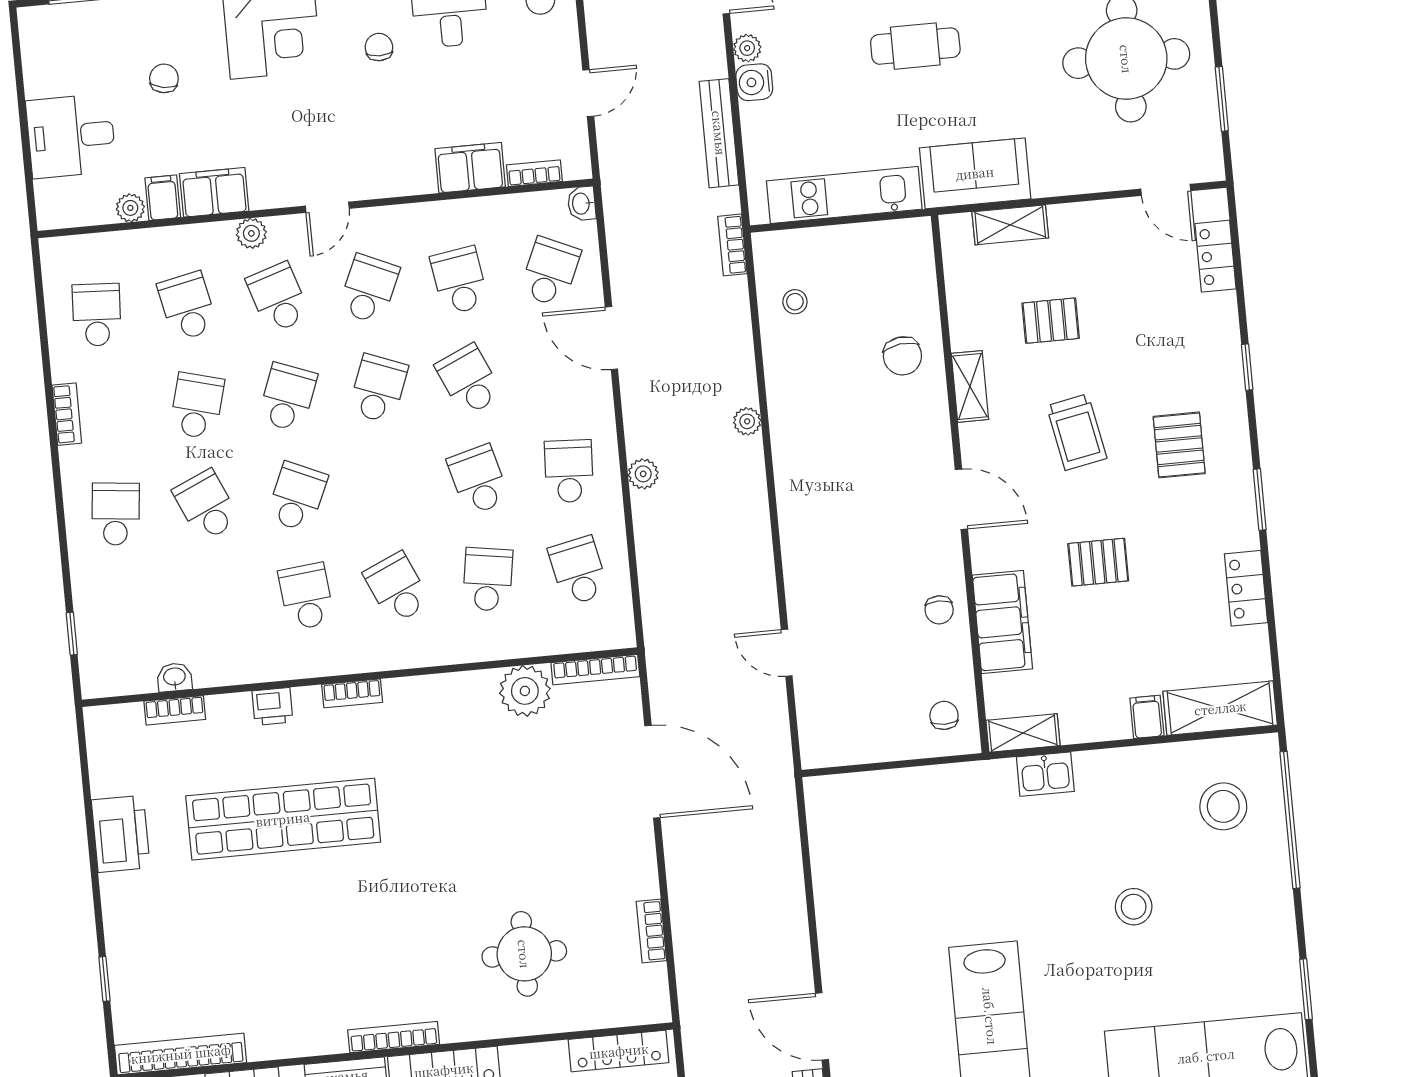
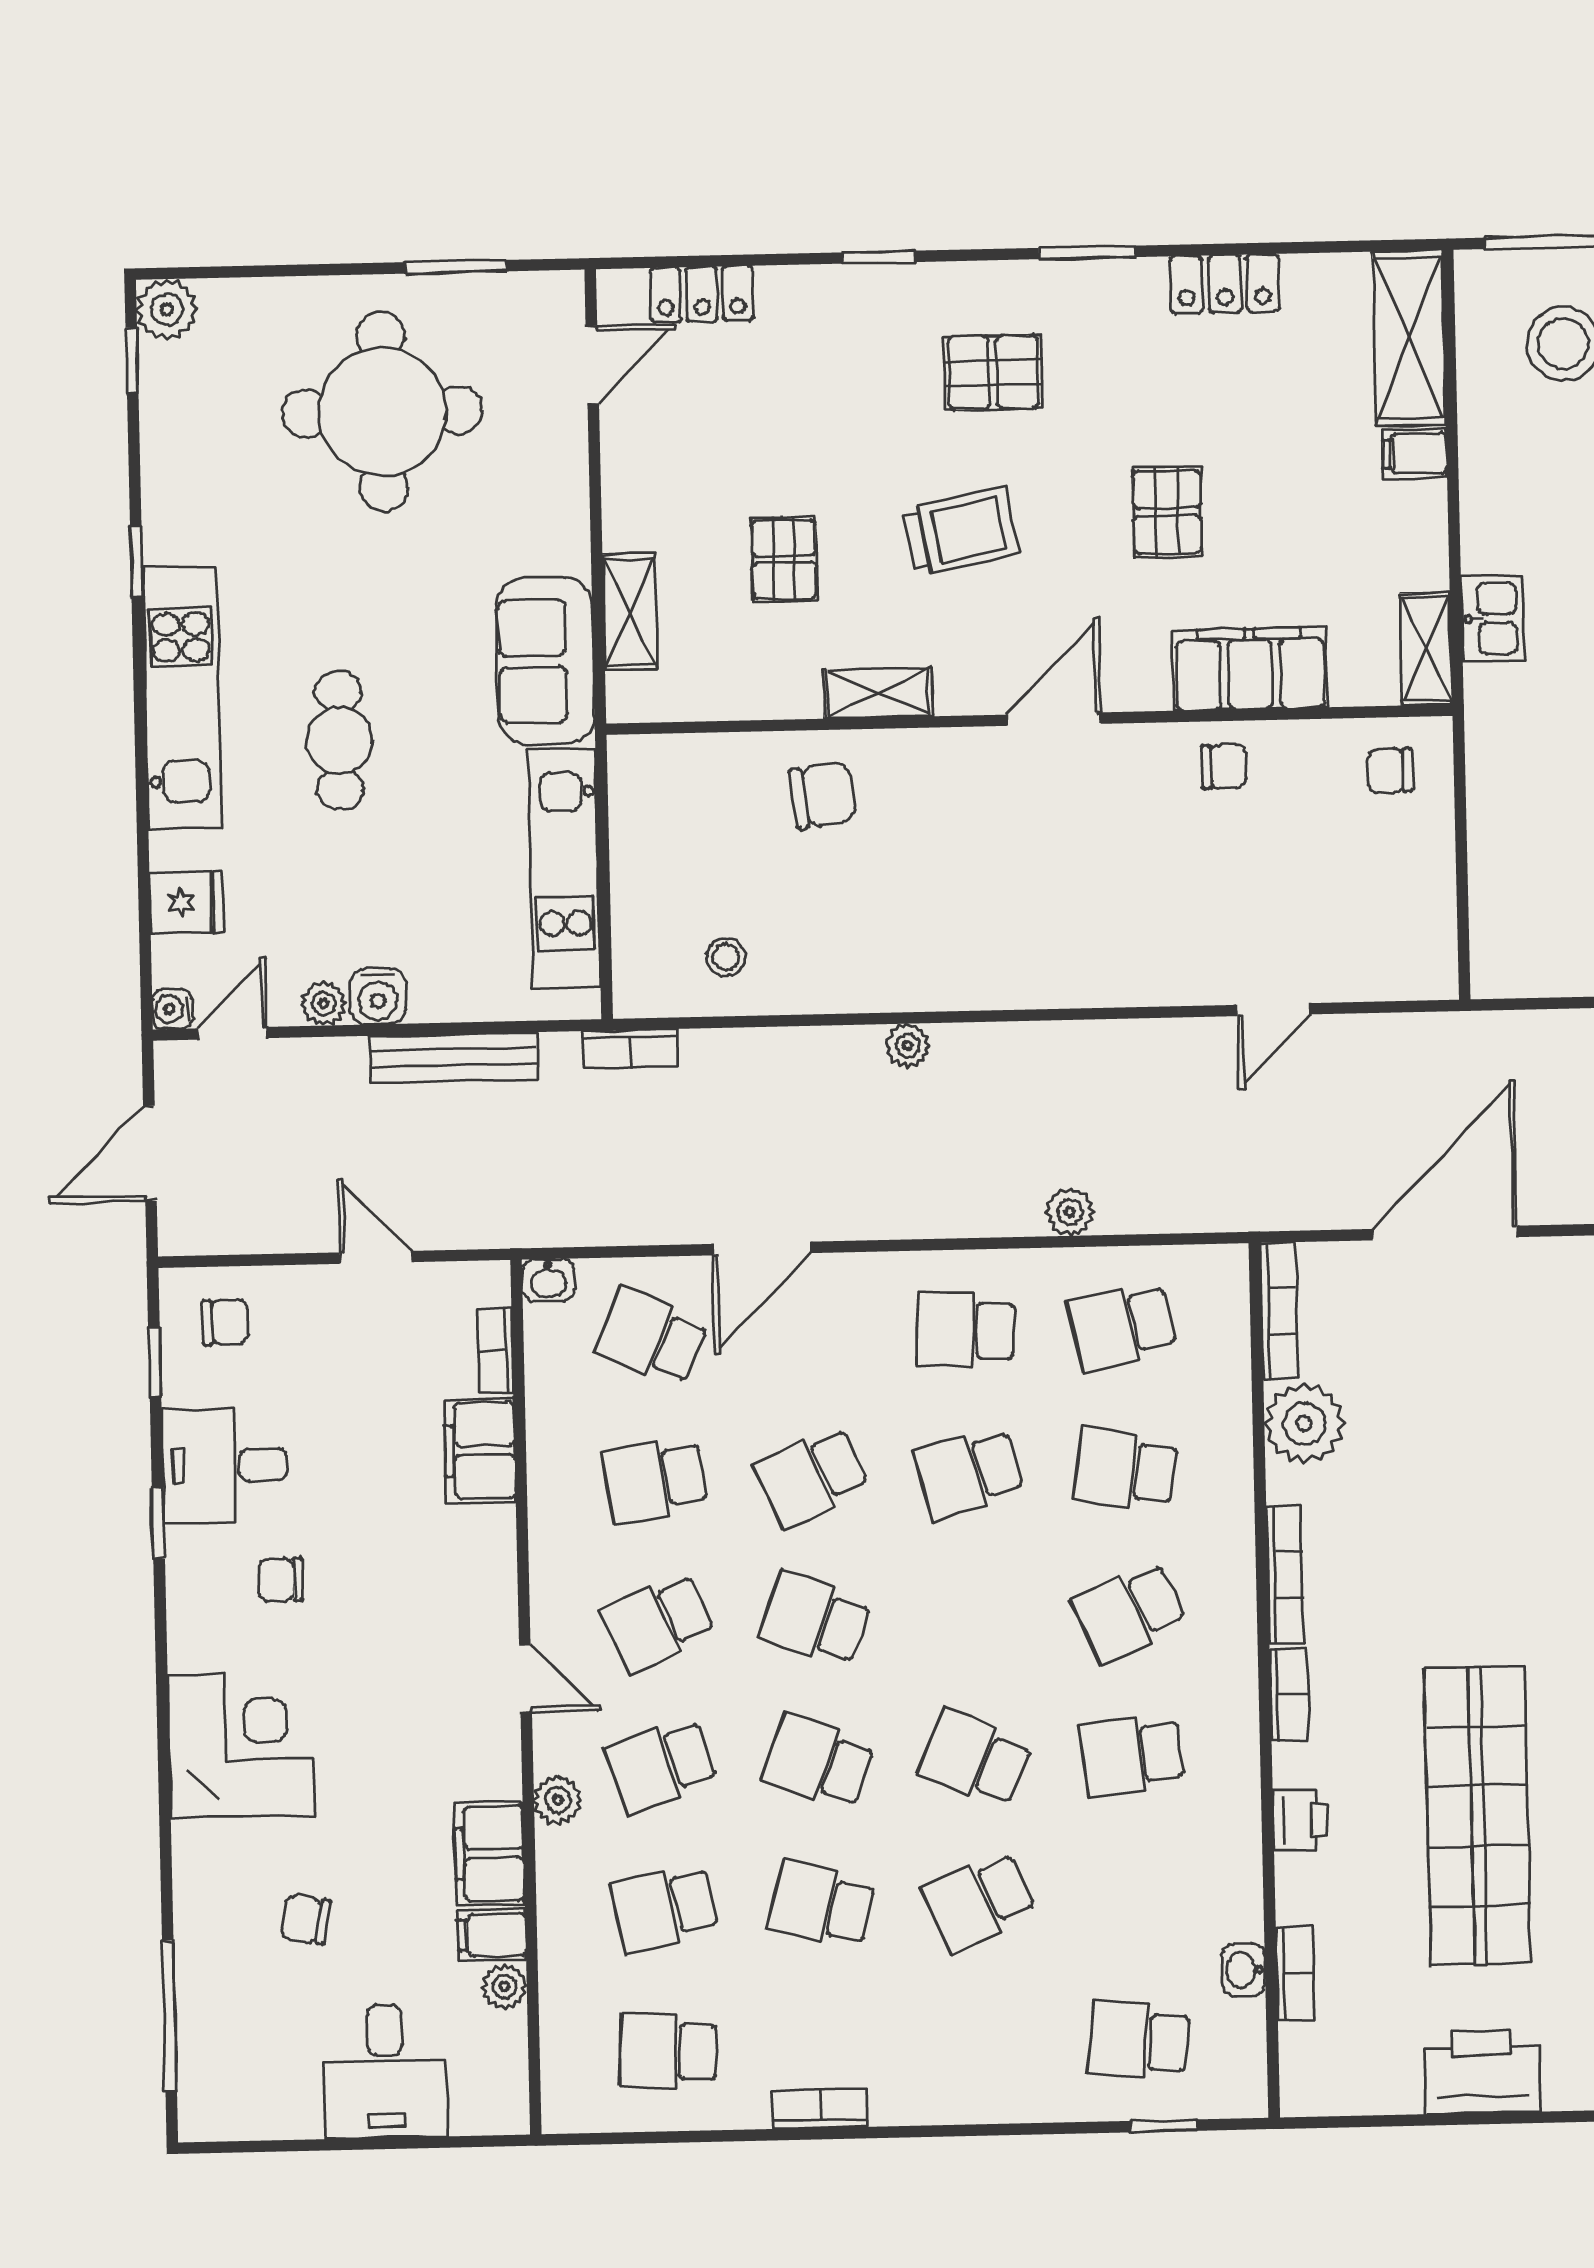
school desk: (369, 289) -> (658, 1623), turned -48
plant: (643, 474) -> (1070, 1212), moved
school desk: (116, 514) -> (1139, 2040), moved
bookcase: (428, 686) -> (1285, 1575), added

